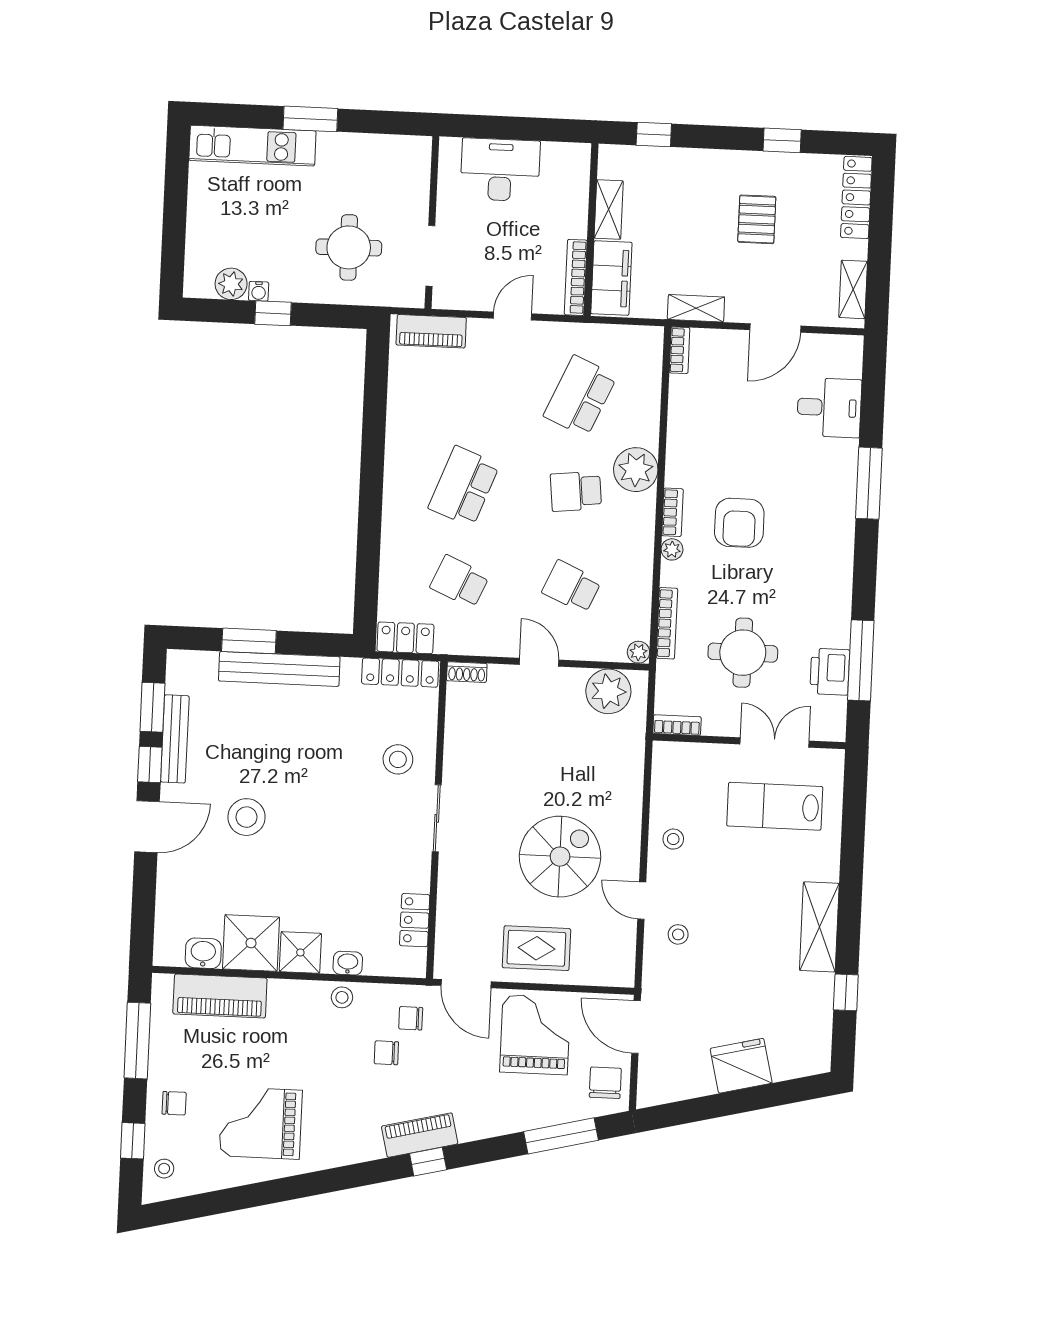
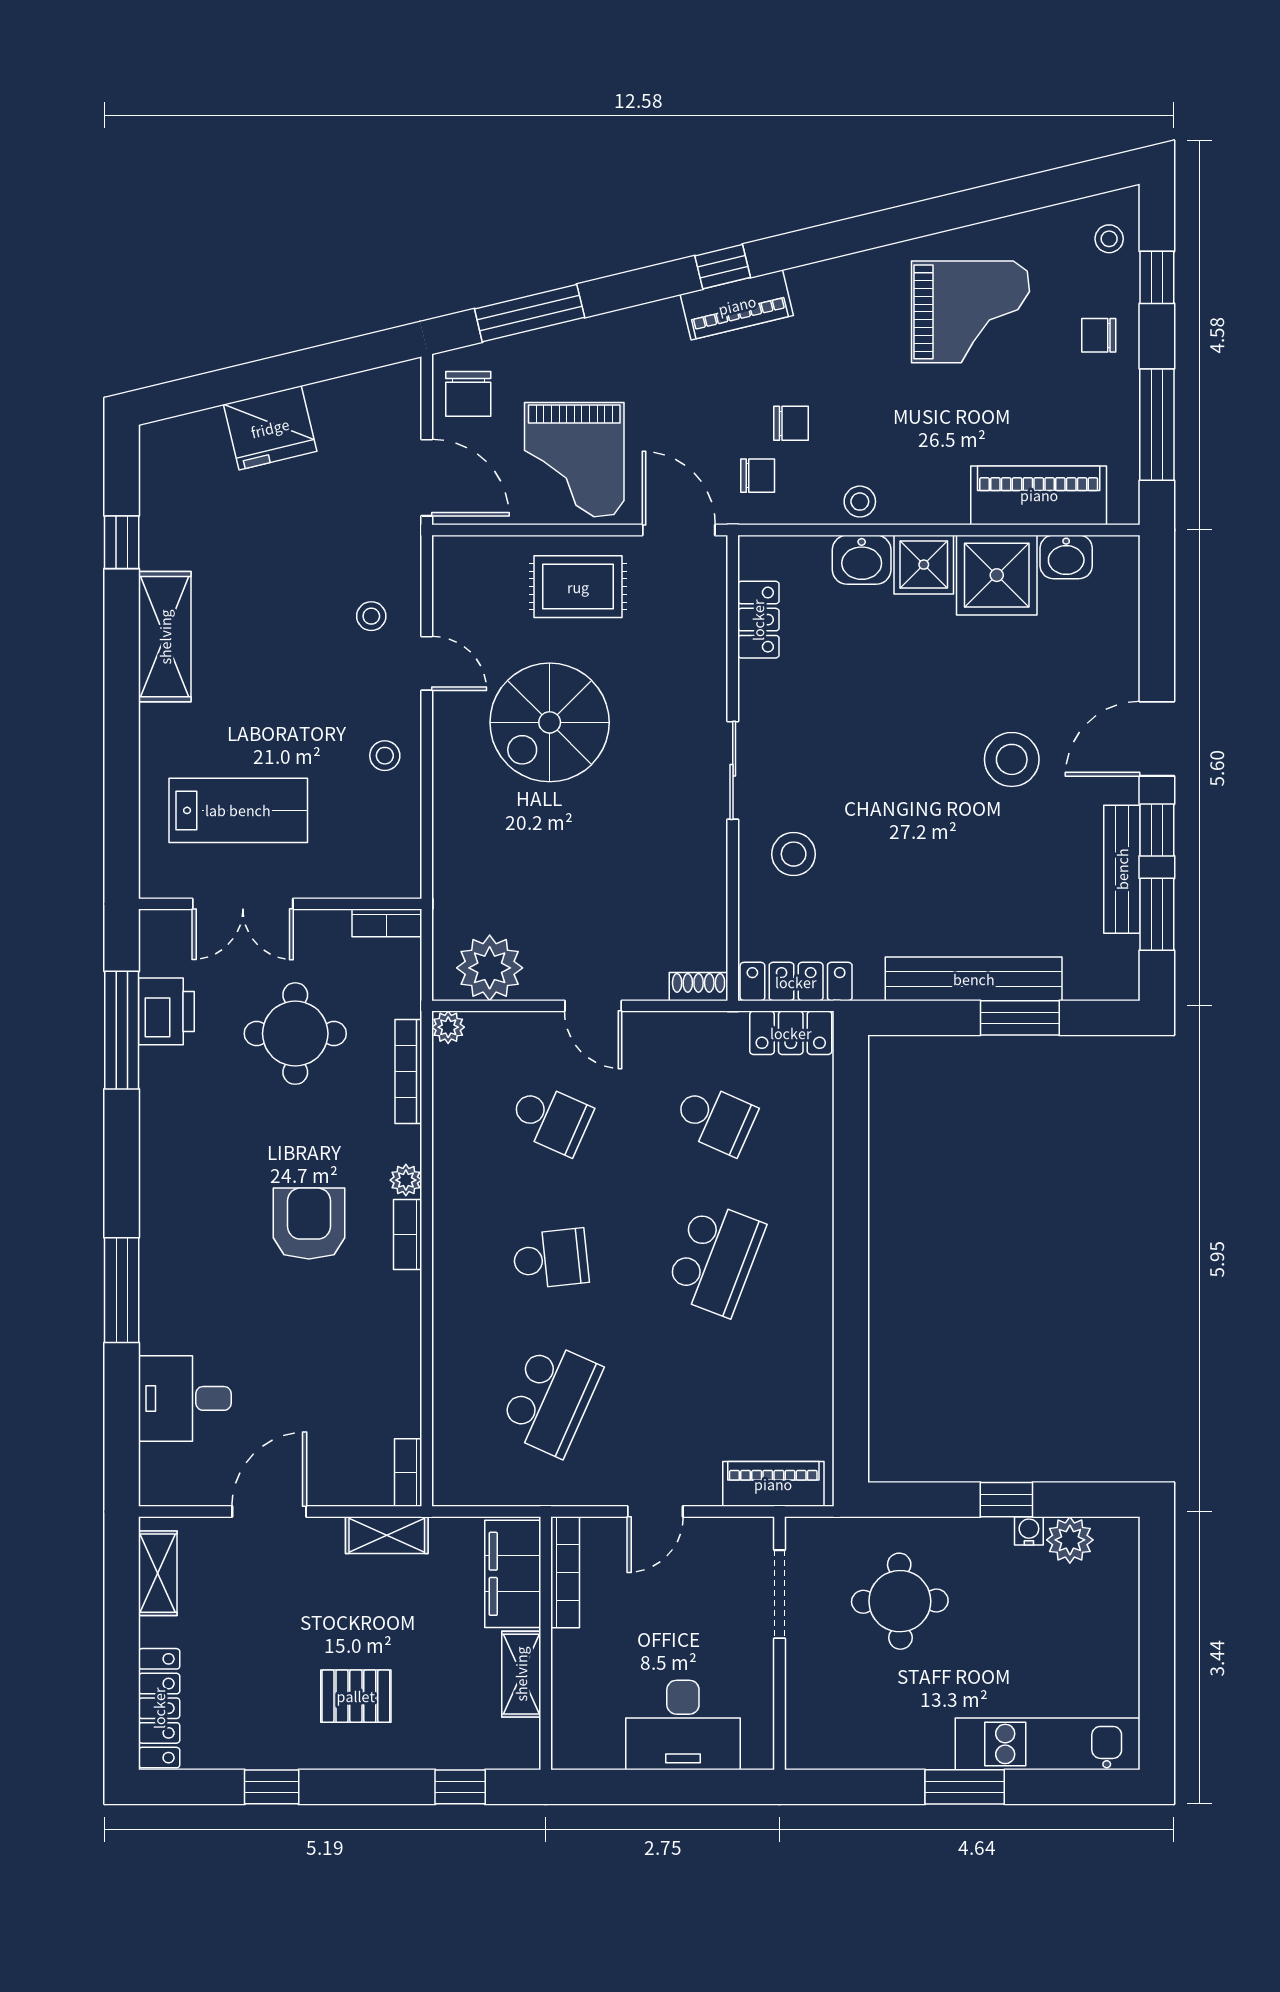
pallet: (757, 219) -> (356, 1696), moved, turned 90
plant: (636, 470) -> (464, 1295), removed
washbasin: (348, 963) -> (862, 560), width x1.38, depth x1.45

